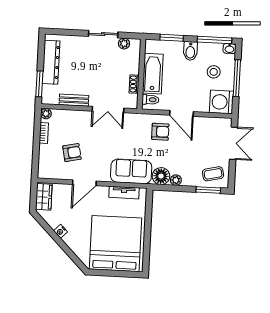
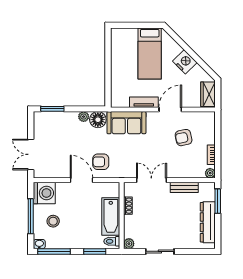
plant: (124, 44) -> (129, 244), moved
bidet: (190, 51) -> (76, 240), removed
toilet: (150, 100) -> (112, 241), moved
coffee table: (213, 174) -> (49, 124), removed
tv unit: (124, 193) -> (144, 102), moved
nightstand: (61, 231) -> (185, 62), width x1.89, depth x1.79
bed: (116, 244) -> (150, 53), width x0.49

